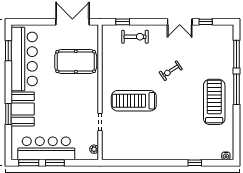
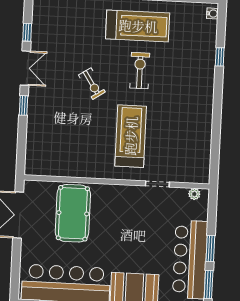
window: (123, 22) -> (24, 105), moved
exercise bike: (135, 37) -> (140, 71), moved
treadmill: (134, 101) -> (131, 136), turned 180
treadmill: (214, 102) -> (138, 26), turned 180

